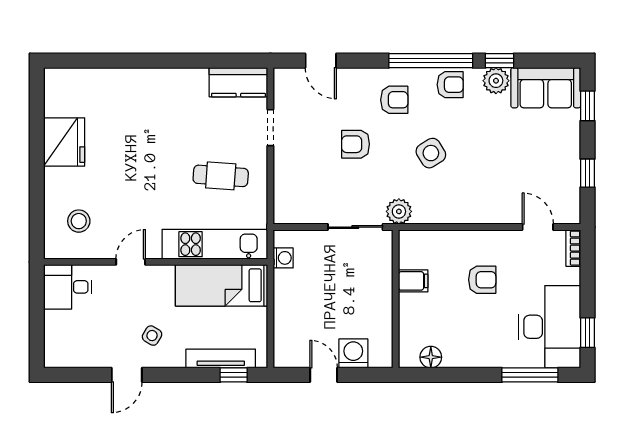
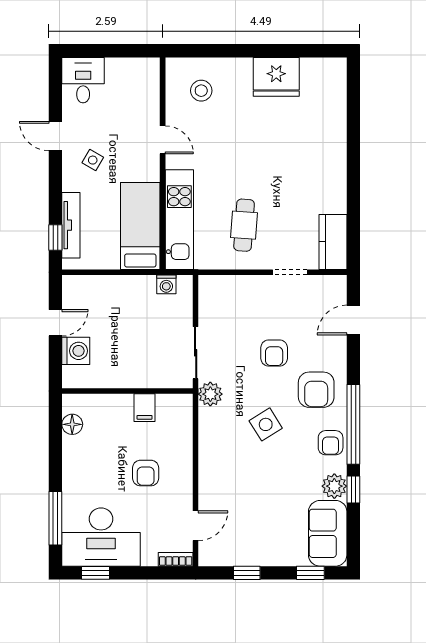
armchair: (394, 100) -> (316, 390), width x1.38, depth x1.38
armchair: (356, 144) -> (274, 353), turned 180
desk: (68, 287) -> (83, 80), moved

